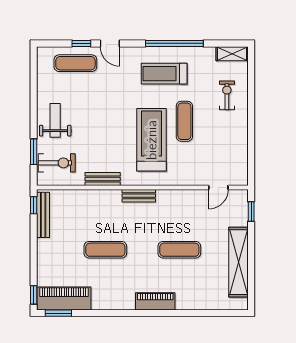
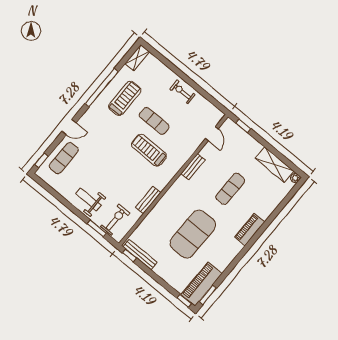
window: (81, 43) -> (41, 160), moved
treadmill: (164, 74) -> (125, 98), moved, turned 180
exercise bike: (227, 95) -> (182, 92), moved
treadmill: (152, 140) -> (149, 150), width x0.73, depth x0.73
bench: (139, 196) -> (193, 167), moved
exercise mat: (105, 250) -> (193, 234), width x2.00, depth x1.45
shelving: (238, 262) -> (274, 165), width x0.68
plant: (242, 304) -> (295, 178), added

